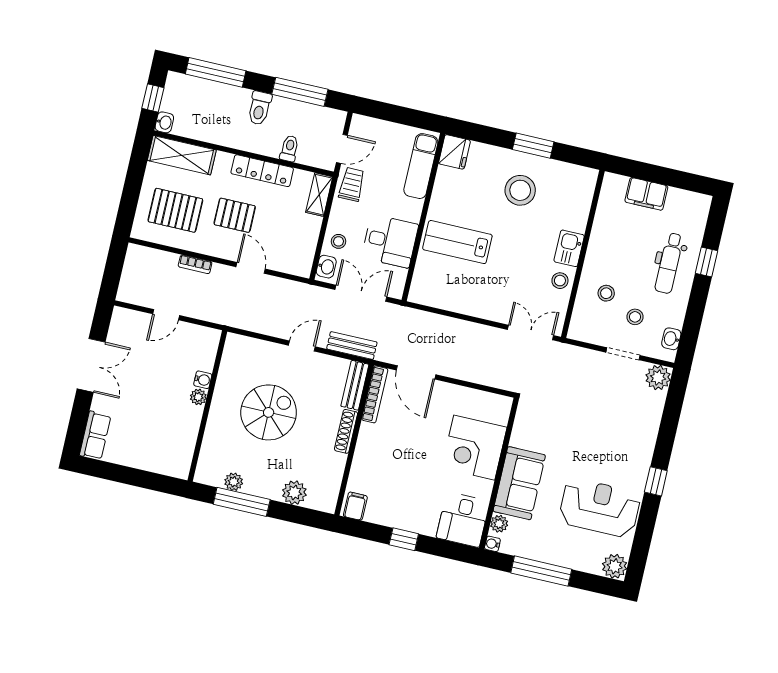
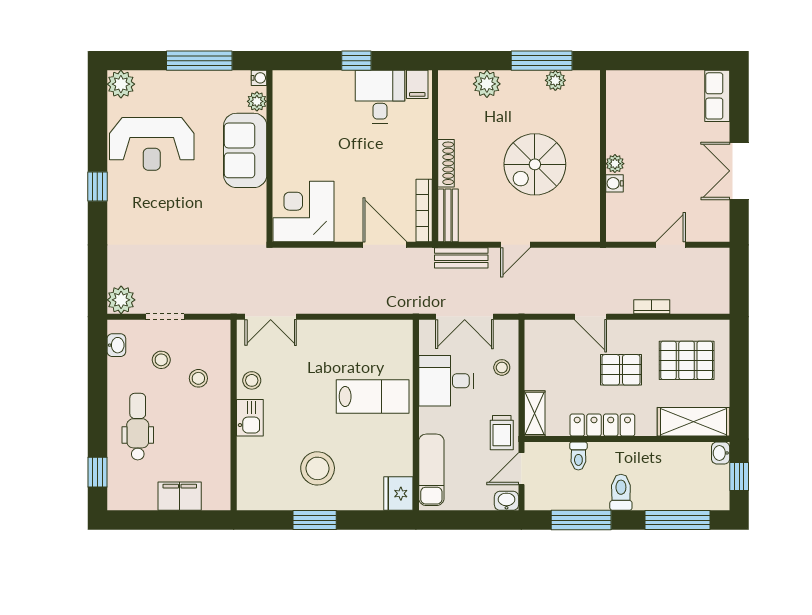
window: (706, 262) -> (97, 472), moved
washbasin: (326, 267) -> (507, 501), moved, turned 90
corner desk: (474, 448) -> (304, 212), moved, turned -90
desk: (463, 520) -> (380, 97), moved

